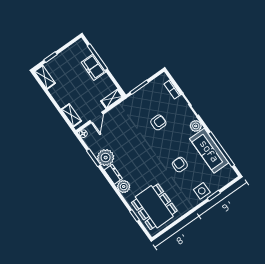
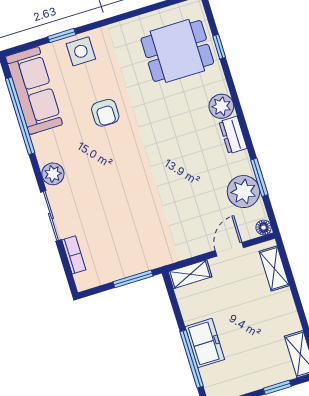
armchair: (158, 122) -> (119, 203), removed
sofa: (209, 151) -> (34, 91), moved
plant: (106, 158) -> (243, 192), moved
dining table: (154, 207) -> (177, 51), width x0.73

